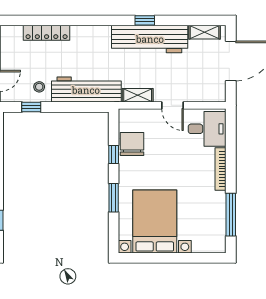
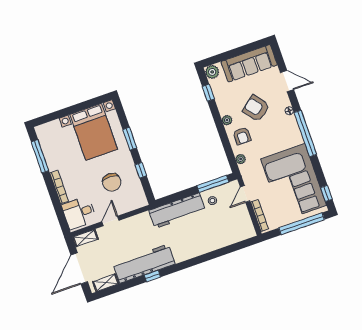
locker: (47, 33) -> (221, 242), removed
shelving: (138, 95) -> (85, 238), moved
door: (172, 105) -> (110, 221), hinge flipped
window: (31, 107) -> (213, 184), width x2.17
chair: (132, 144) -> (112, 182), moved

